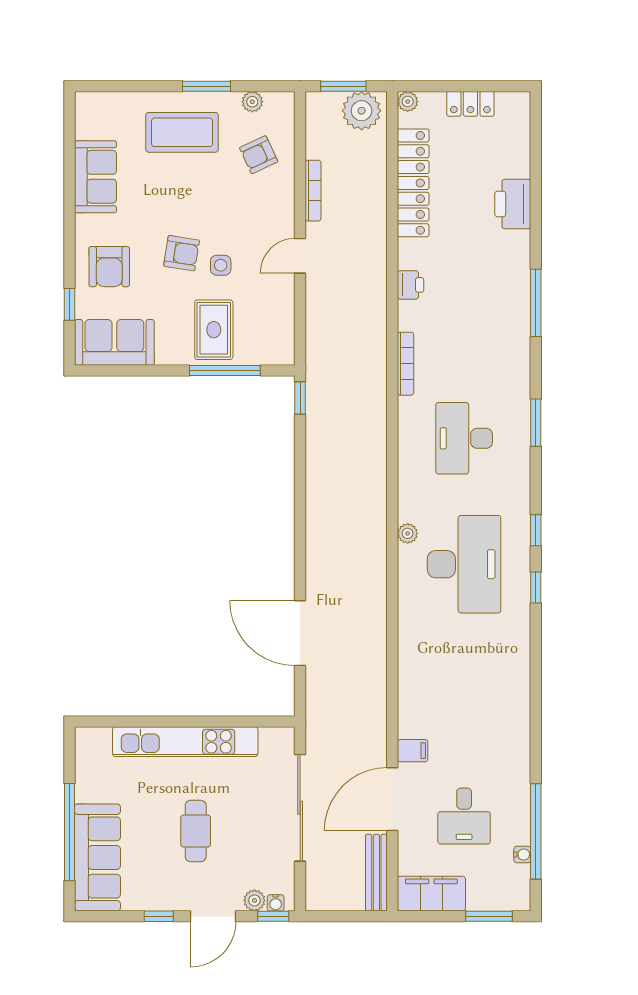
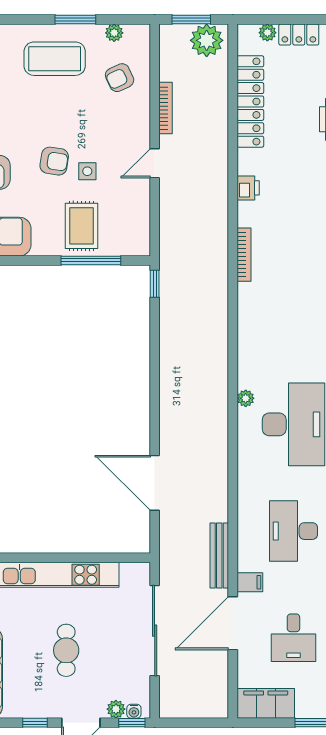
plant: (408, 102) -> (267, 33), moved
desk: (464, 438) -> (293, 531), moved
bench: (376, 873) -> (219, 555), moved

